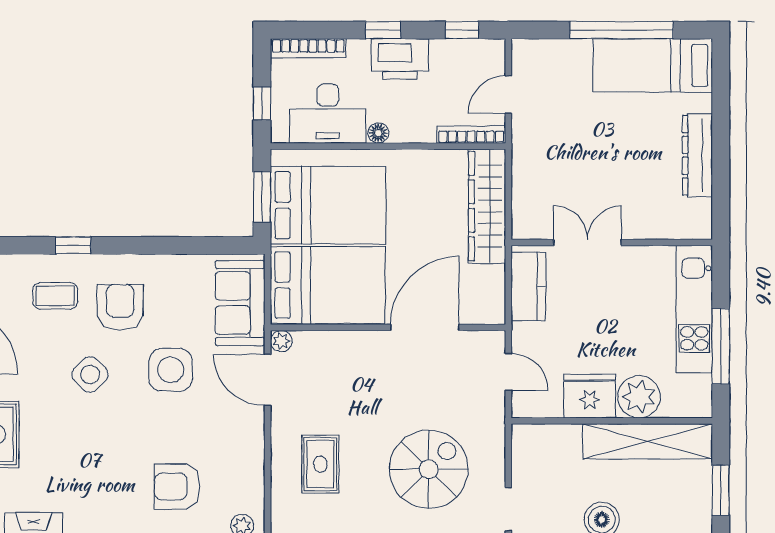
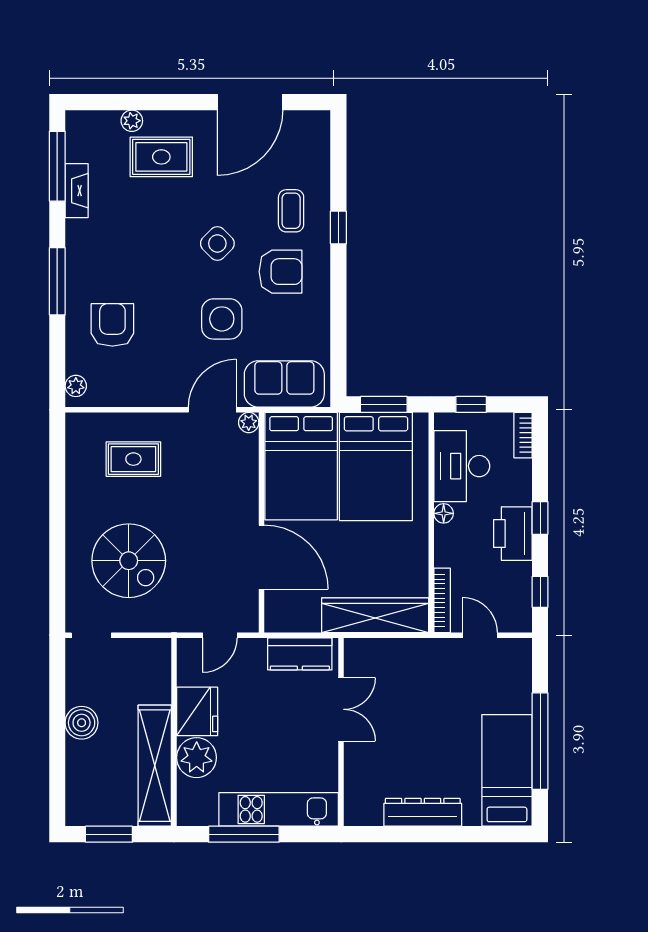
bookcase: (308, 48) -> (523, 435), width x0.64

